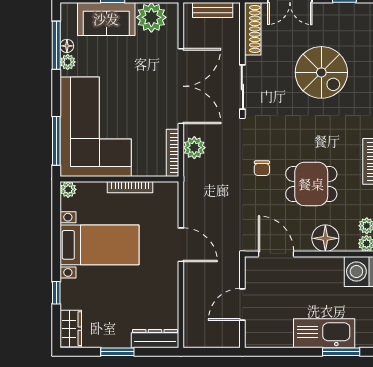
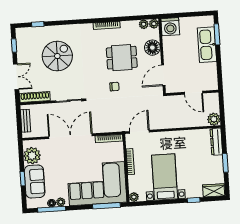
plant: (194, 148) -> (214, 119), moved
dining table: (311, 184) -> (122, 58), turned 90
door: (181, 245) -> (139, 132), moved

